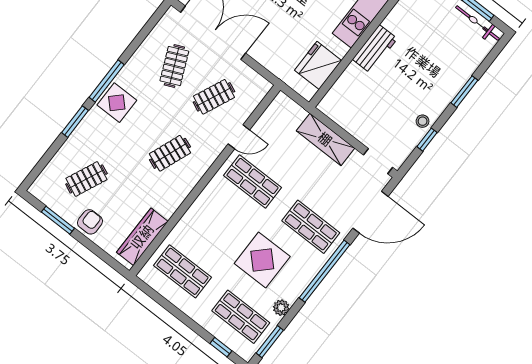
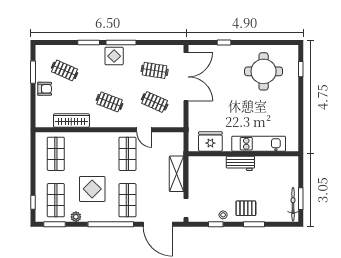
clothes rail: (174, 66) -> (155, 70), turned 33
pallet: (436, 86) -> (246, 208), added
wardrobe: (142, 237) -> (71, 121), moved

